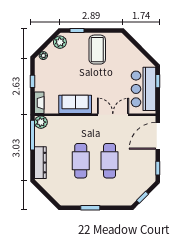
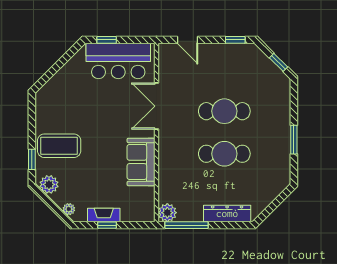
coffee table: (97, 50) -> (59, 146), moved
fireplace: (39, 103) -> (104, 215), moved
door: (158, 136) -> (187, 40), width x0.53

